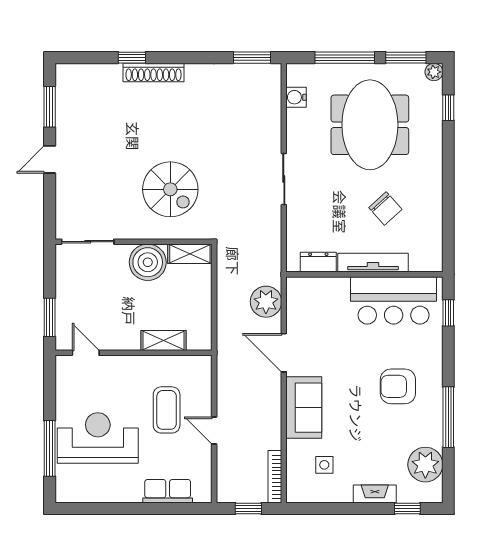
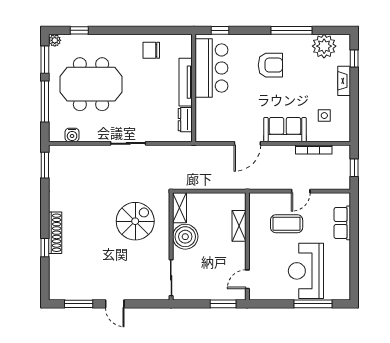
chair: (385, 208) -> (151, 50), moved, turned -138
plant: (266, 302) -> (212, 156), removed
armchair: (398, 386) -> (270, 65), turned -90
bookcase: (275, 477) -> (314, 149), moved

